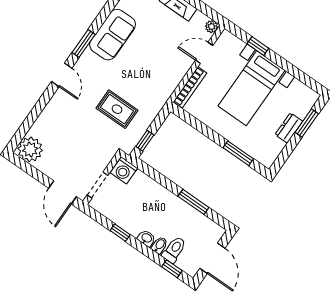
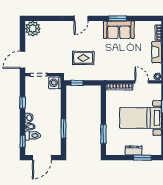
window: (84, 44) -> (118, 18), moved
rug: (117, 109) -> (83, 58), turned 90

